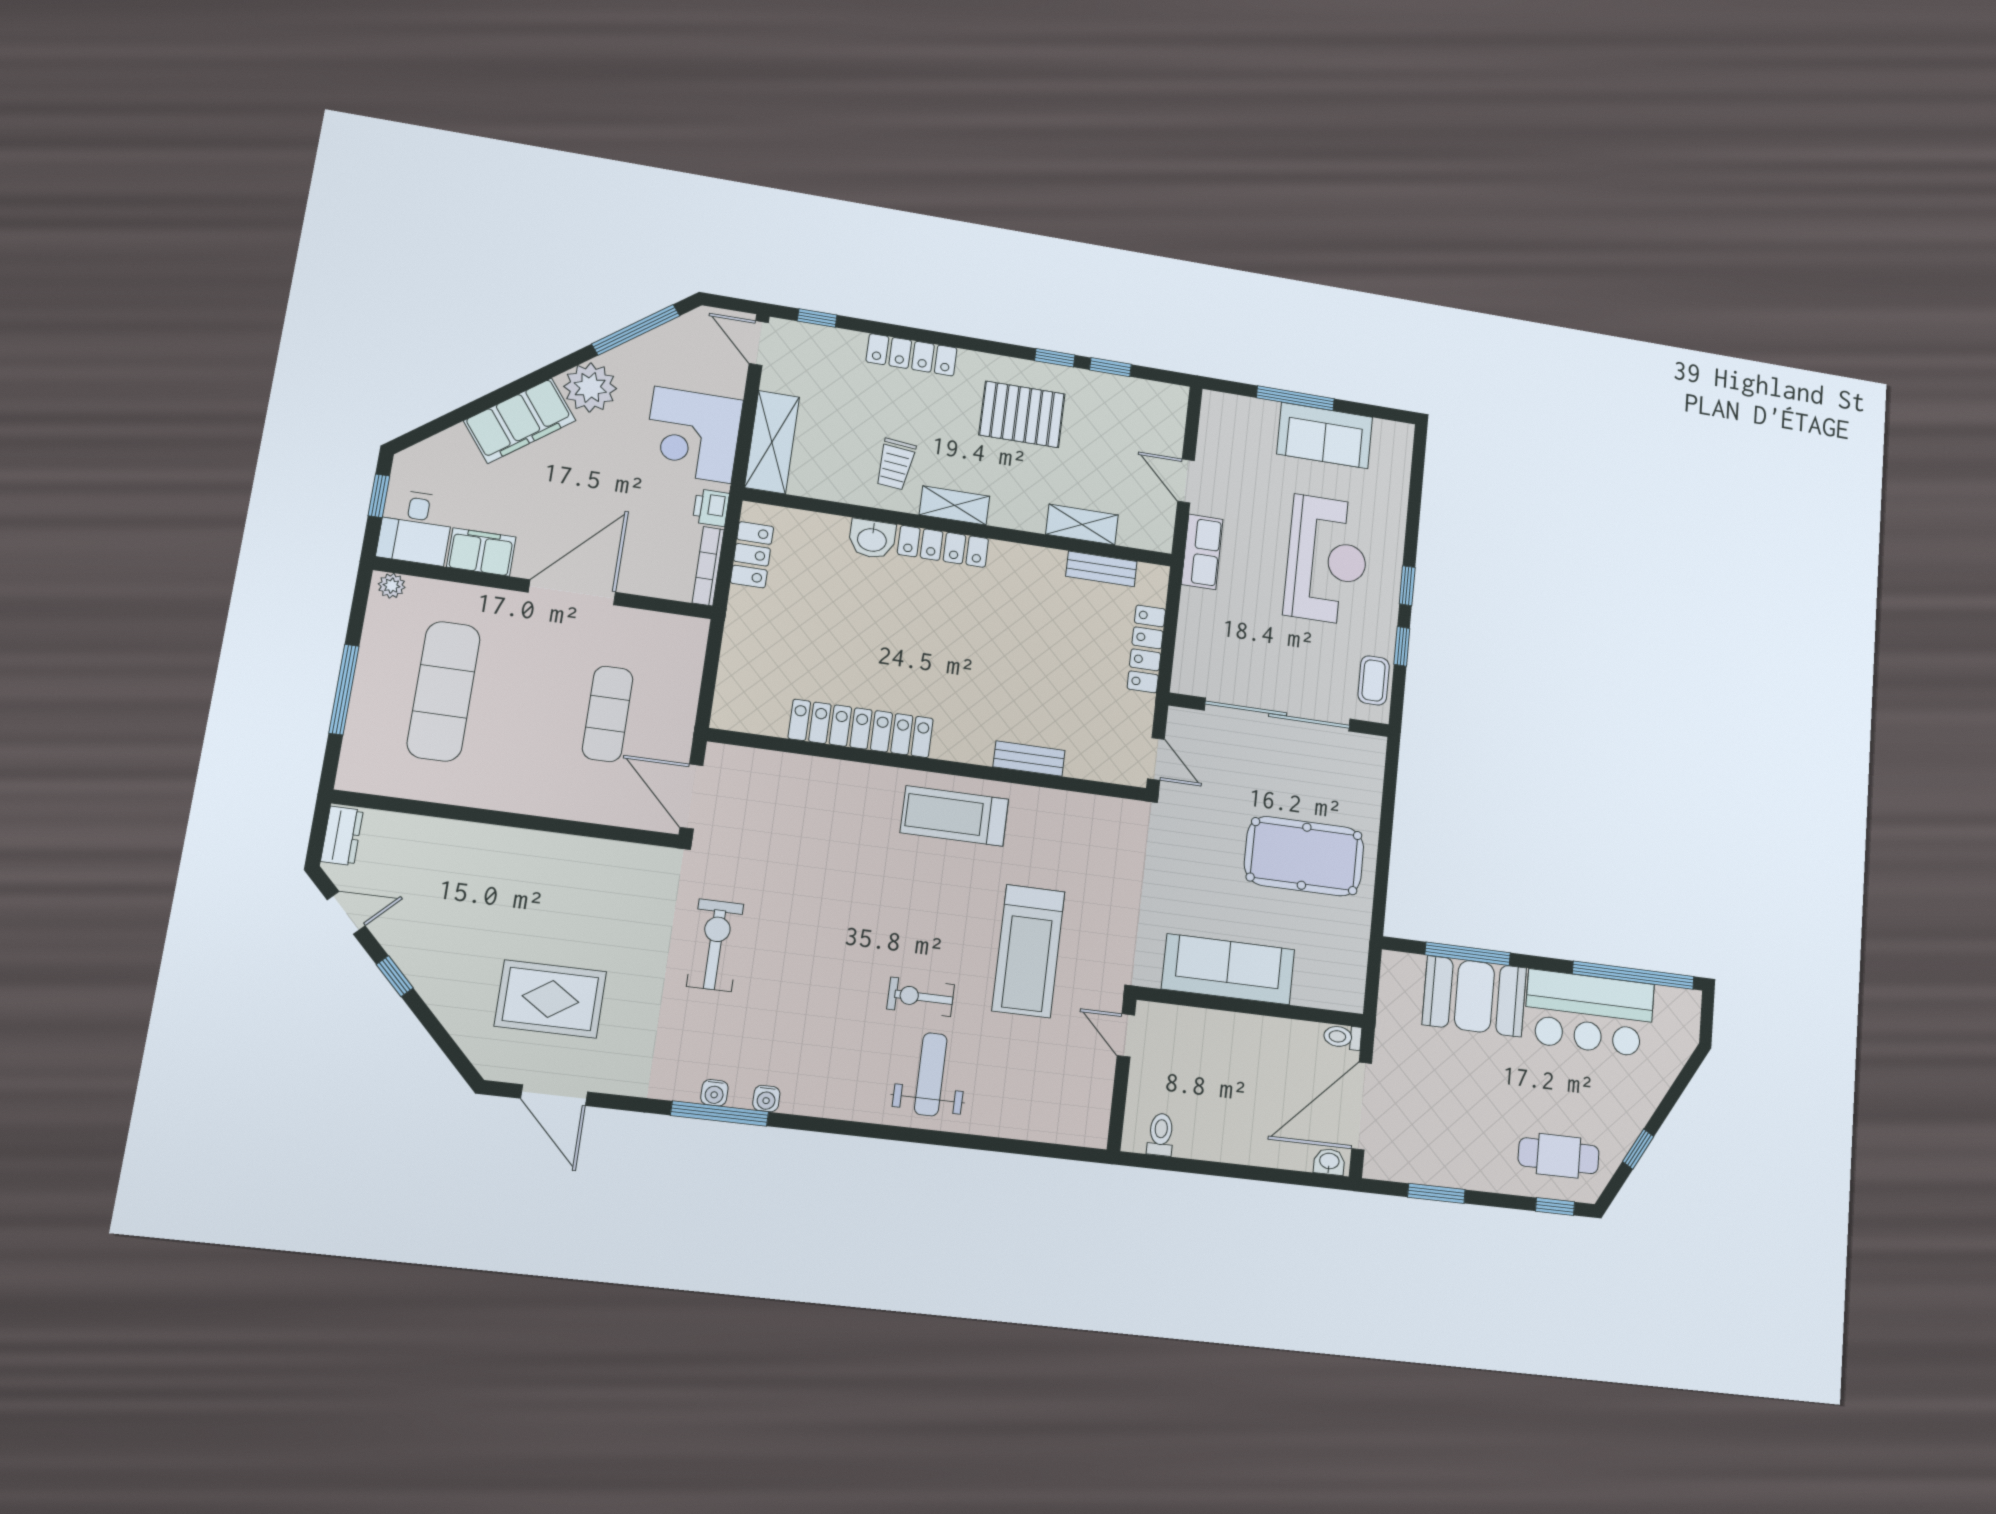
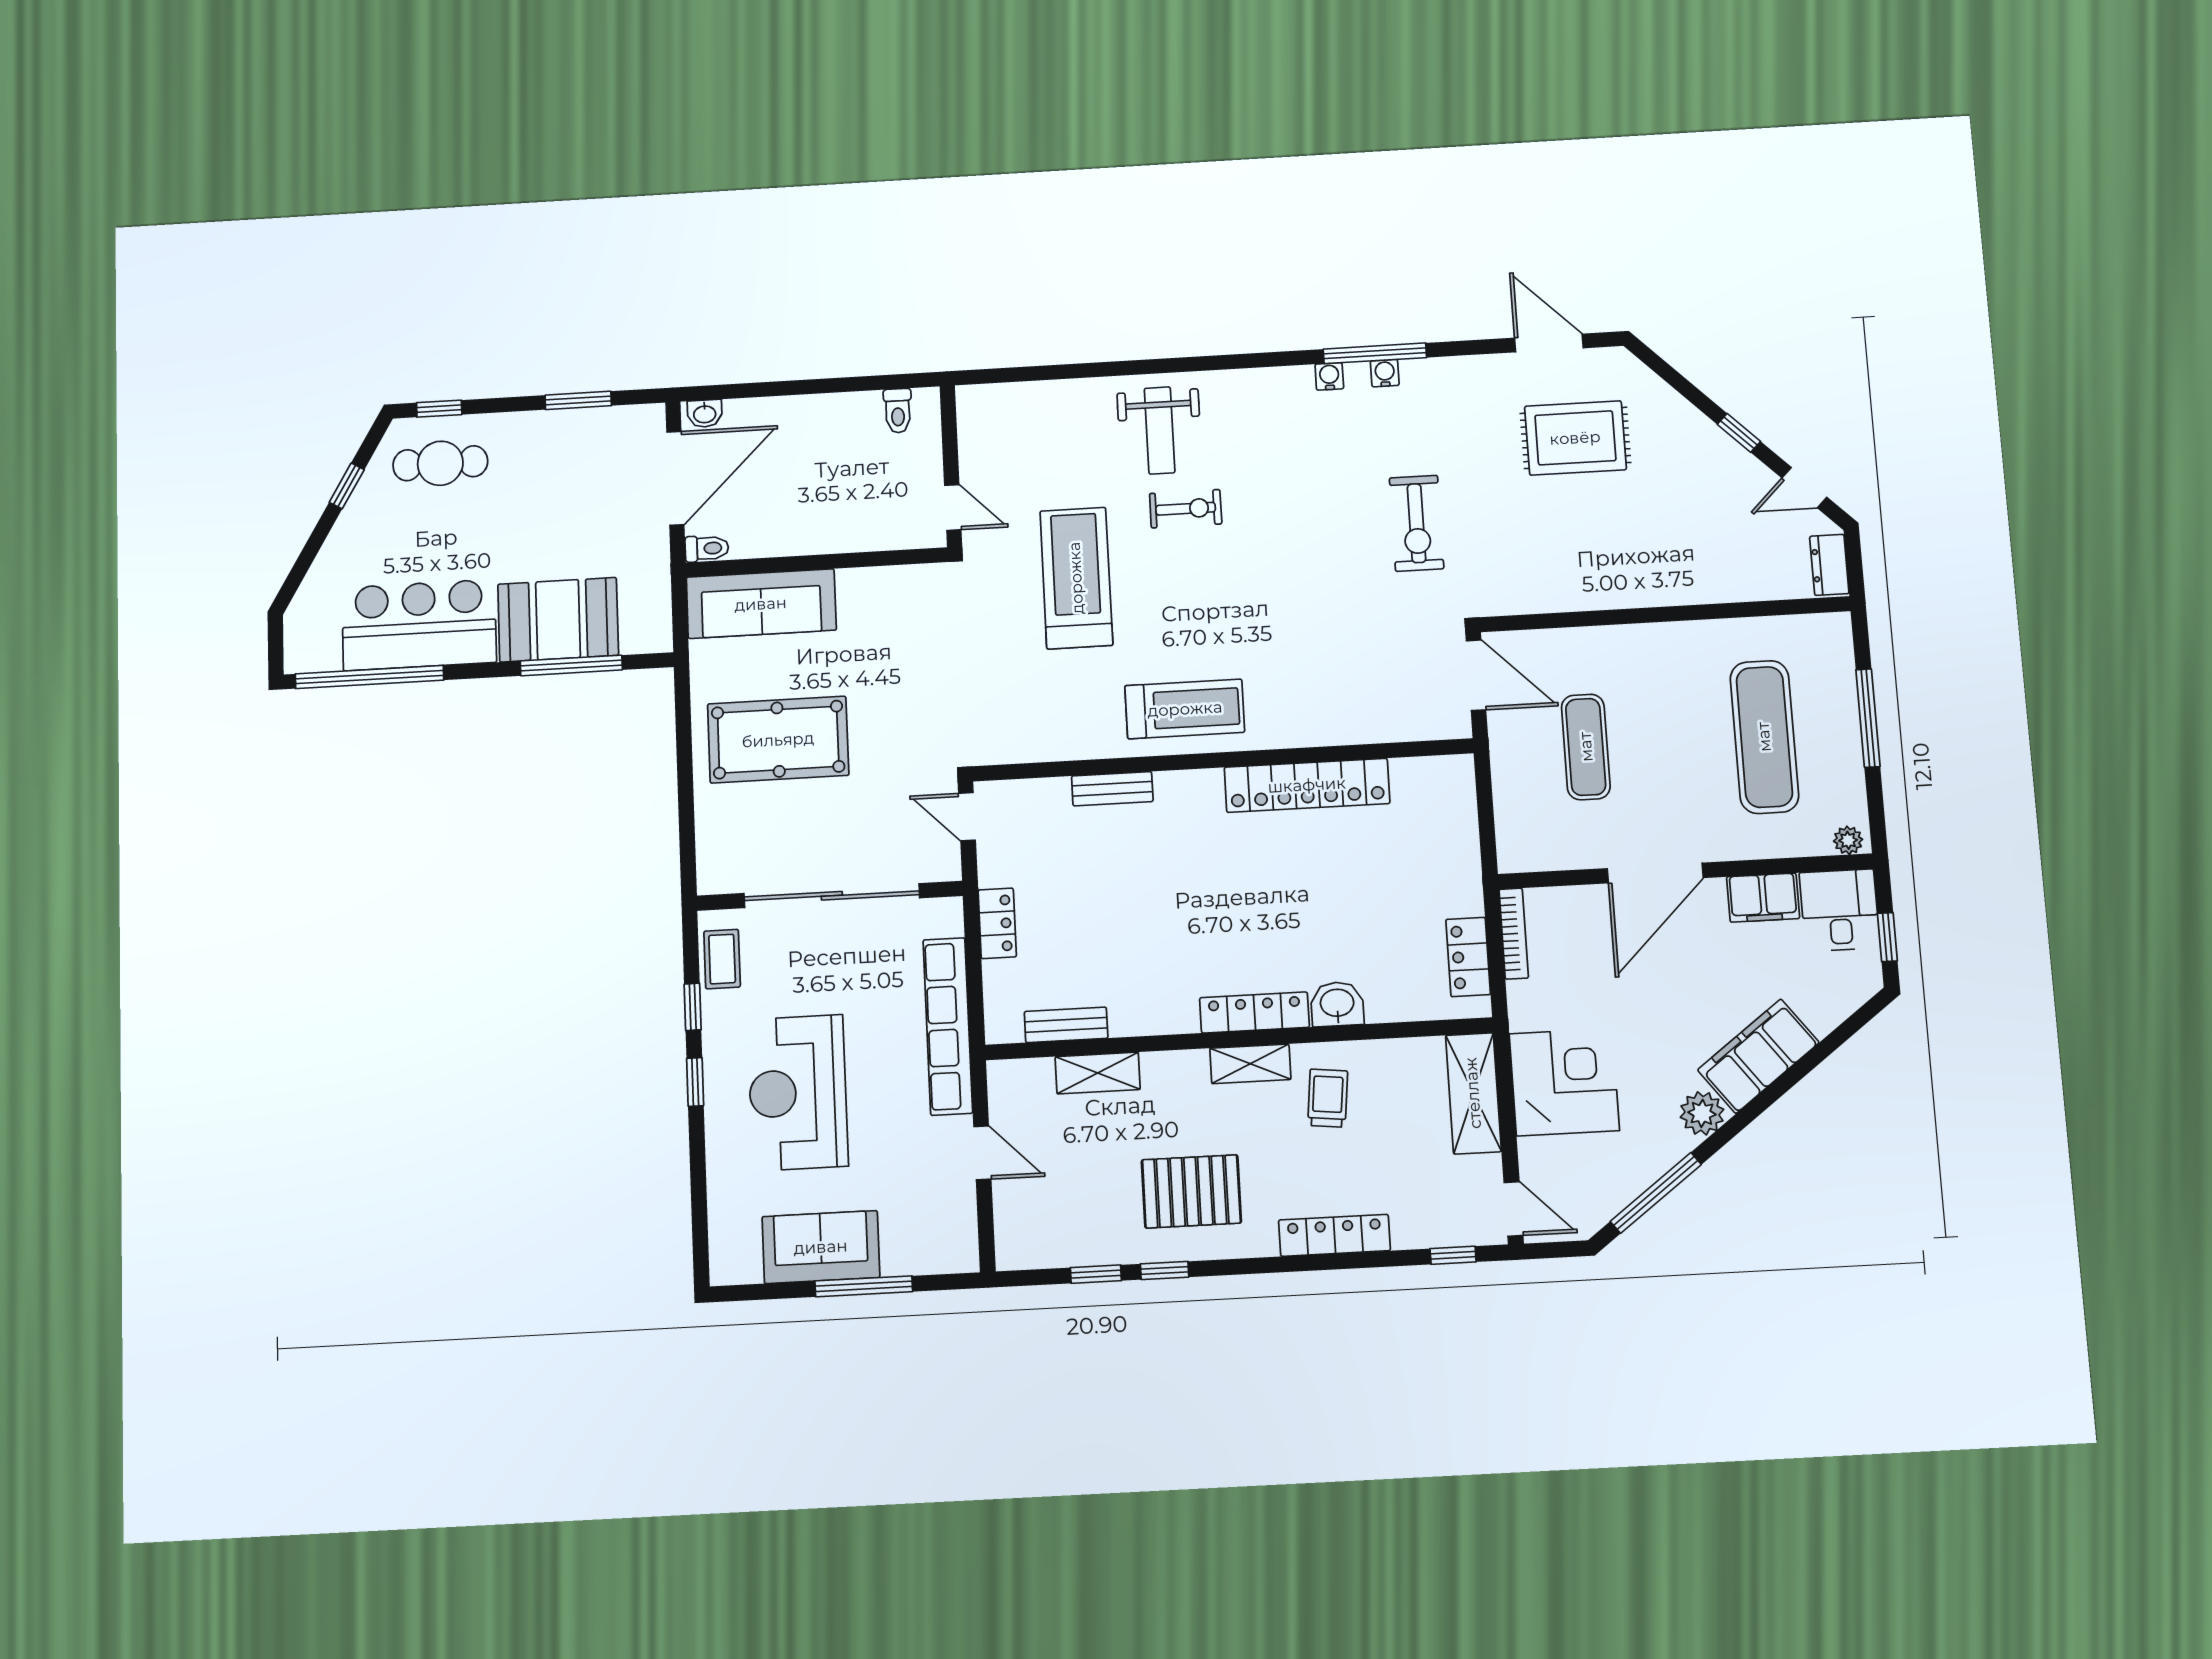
plant: (590, 388) -> (1702, 1113), width x0.73, depth x0.73
printer: (711, 508) -> (1525, 1002), removed
row of seats: (1202, 552) -> (948, 1026), width x2.02
locker: (1146, 649) -> (997, 923), width x0.66
sofa: (1228, 969) -> (761, 604), moved

